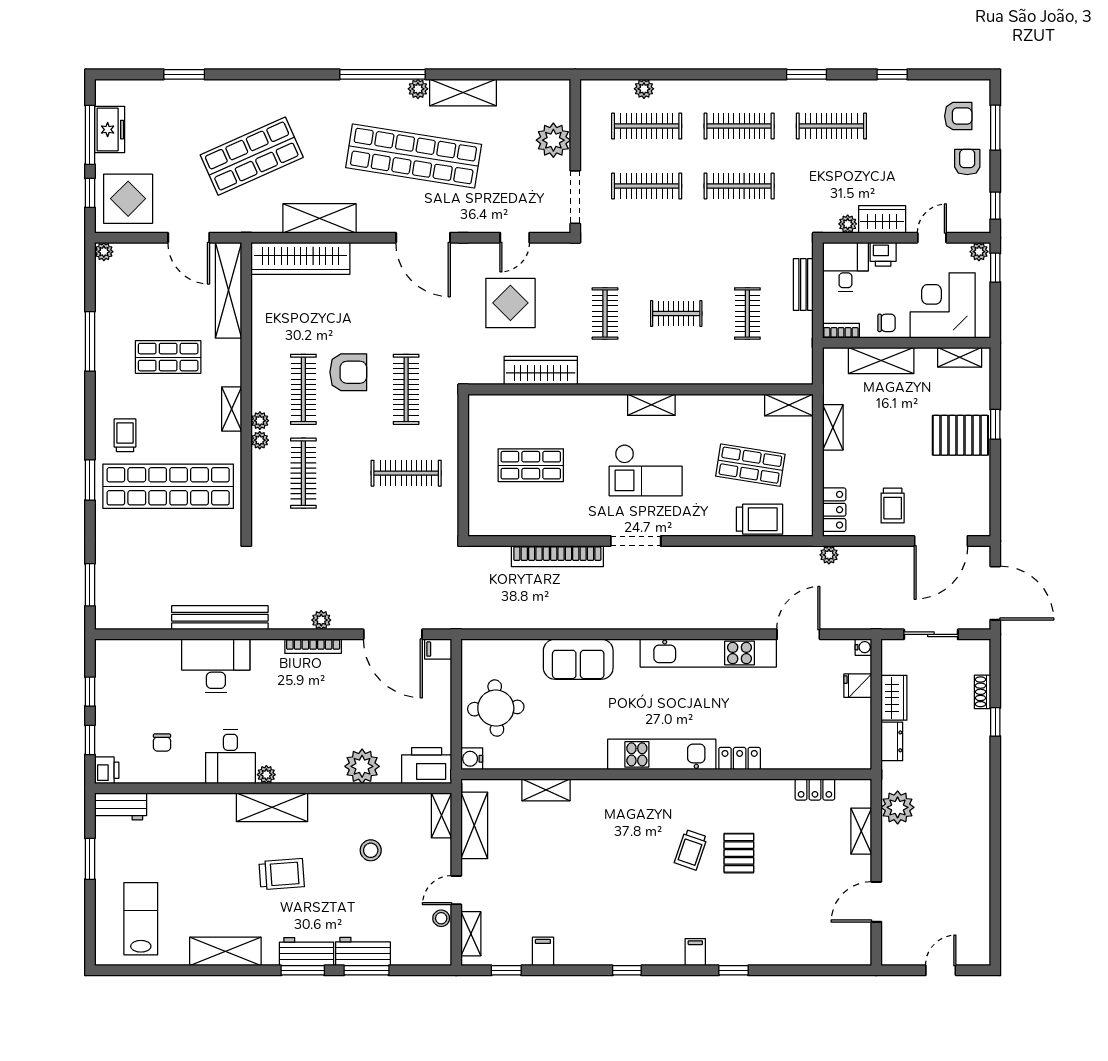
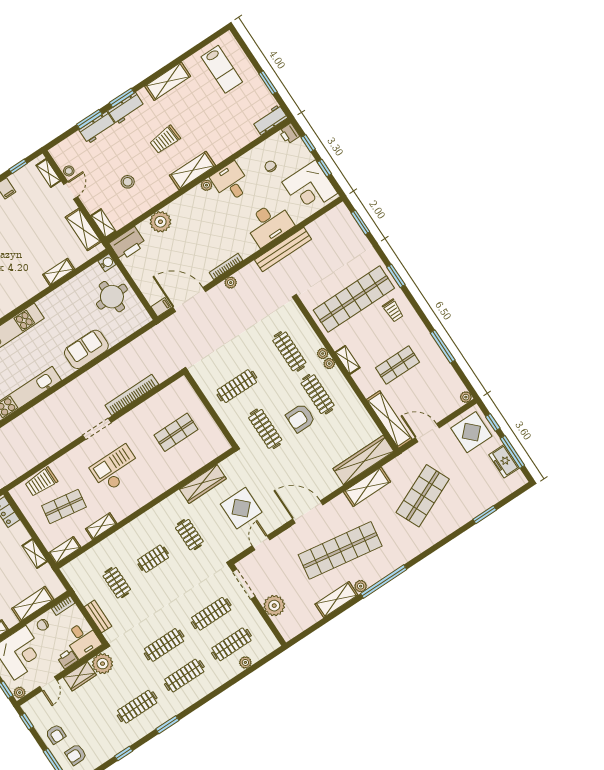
plant: (848, 224) -> (103, 664), width x1.88, depth x1.88
shelving: (651, 405) -> (101, 526), moved
corner desk: (128, 678) -> (310, 188), added

